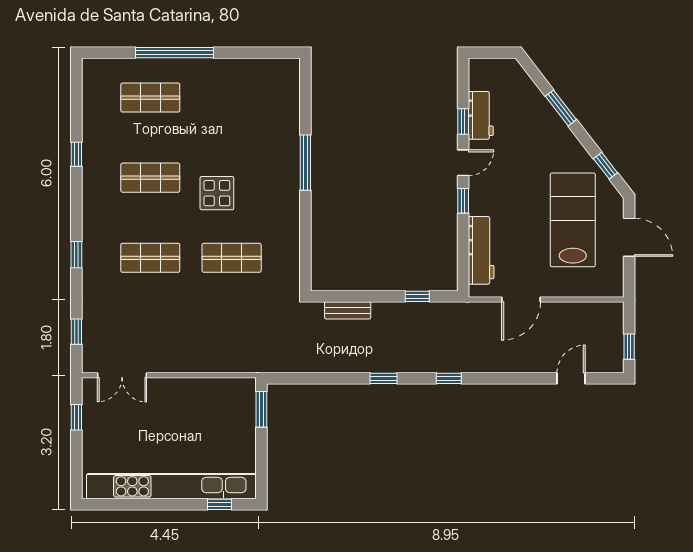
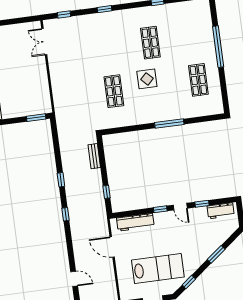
shop shelf: (150, 98) -> (198, 80), moved
workbench: (481, 115) -> (221, 211), moved
shop shelf: (150, 258) -> (108, 48), removed
window: (76, 417) -> (19, 21), removed

